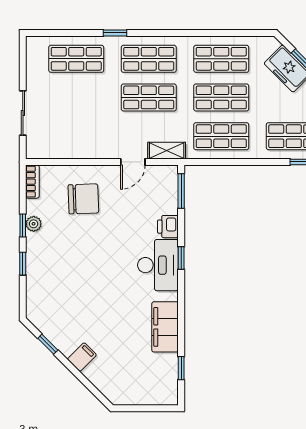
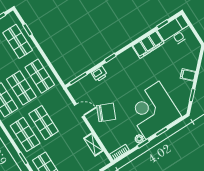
shelving: (167, 151) -> (93, 144), moved
chair: (83, 199) -> (106, 112), moved, turned 116
desk: (158, 265) -> (175, 32), moved
corner desk: (63, 271) -> (152, 110), added

